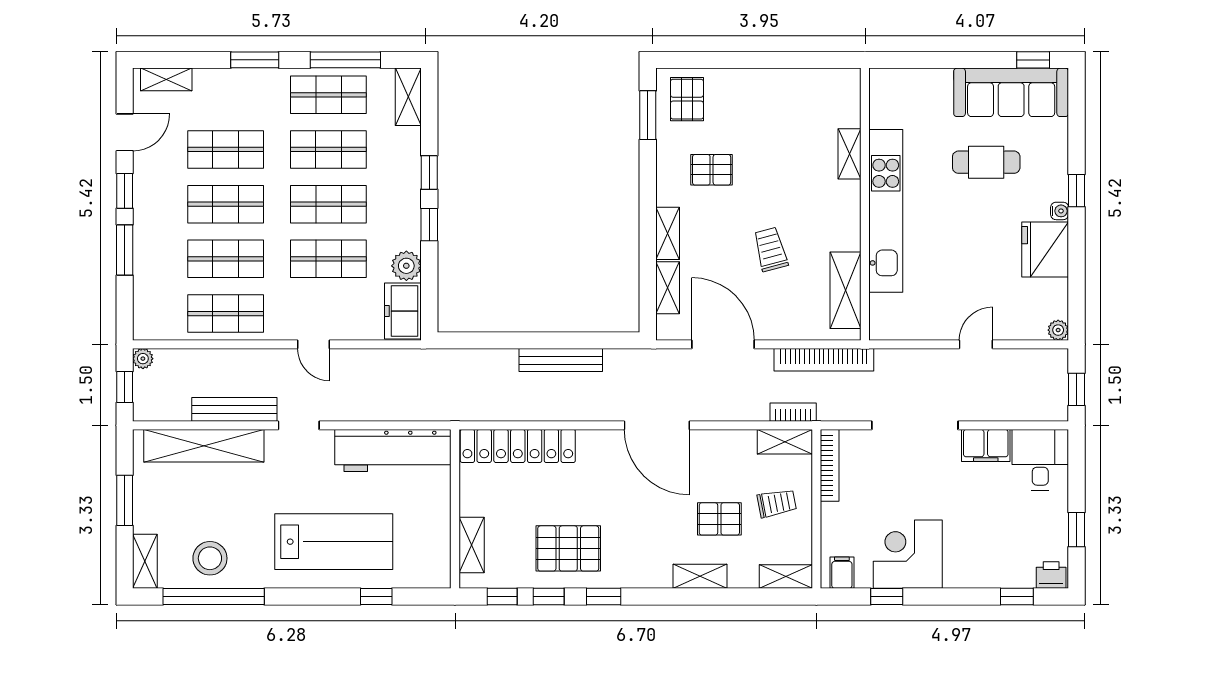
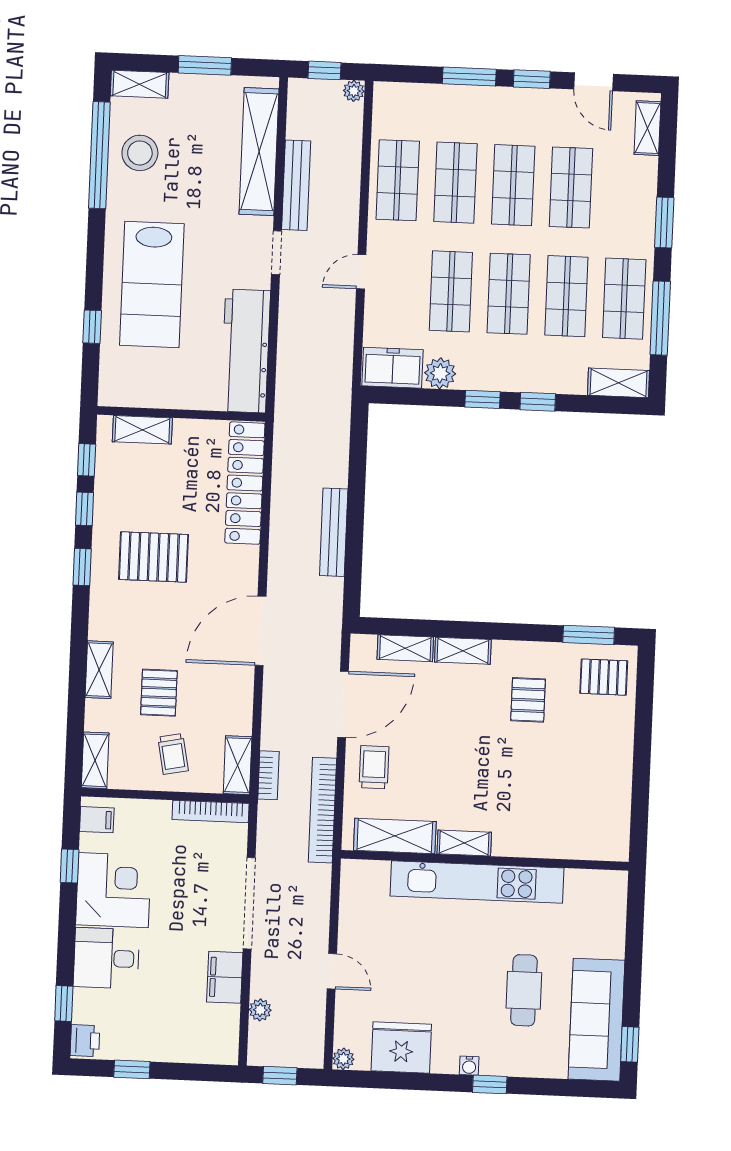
shelving: (849, 154) -> (464, 843), moved
trolley: (770, 249) -> (374, 767), moved, turned -75
fridge: (1045, 249) -> (401, 1047), moved
plant: (1015, 411) -> (260, 1010), added
desk: (1040, 460) -> (106, 958), moved, turned 180
pallet: (568, 548) -> (154, 557), moved, turned 90

